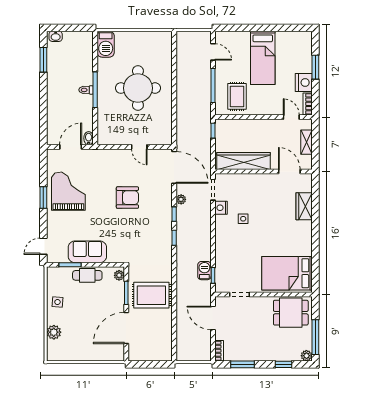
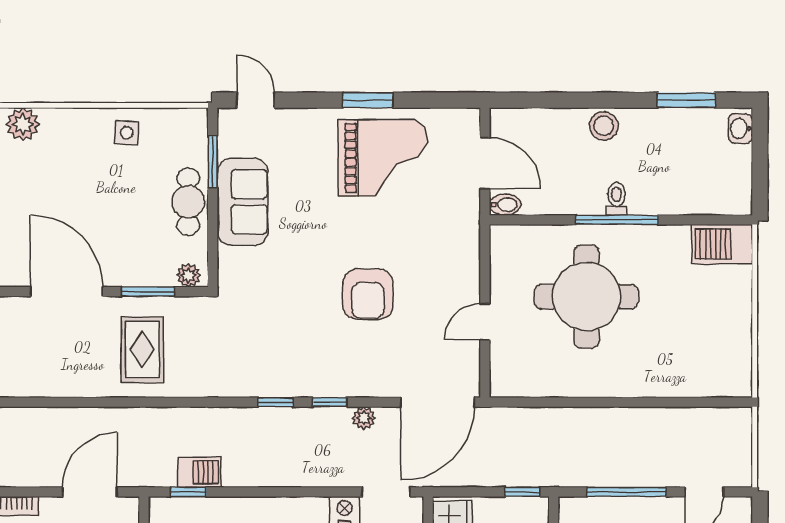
round table: (138, 88) -> (586, 297), moved
stool: (54, 95) -> (604, 126), added
rug: (151, 295) -> (142, 350), width x0.73, depth x0.70
plant: (54, 332) -> (23, 124), moved

